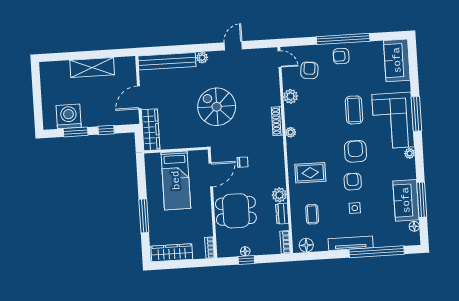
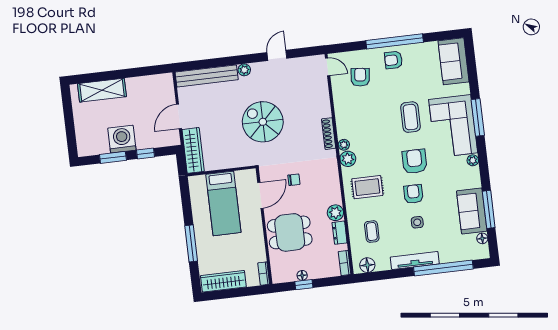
shelving: (92, 68) -> (102, 90), moved
plant: (291, 96) -> (348, 159), moved
washing machine: (69, 116) -> (122, 139), moved

